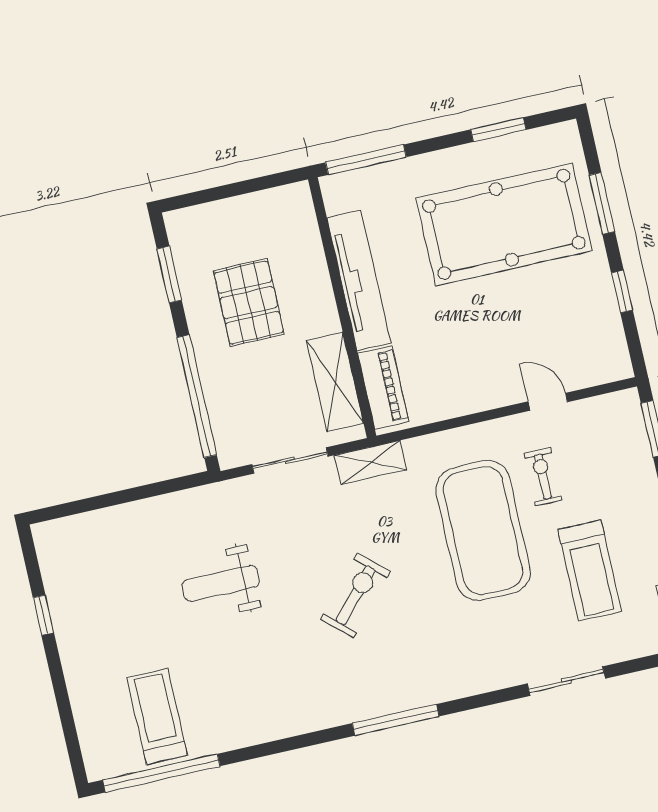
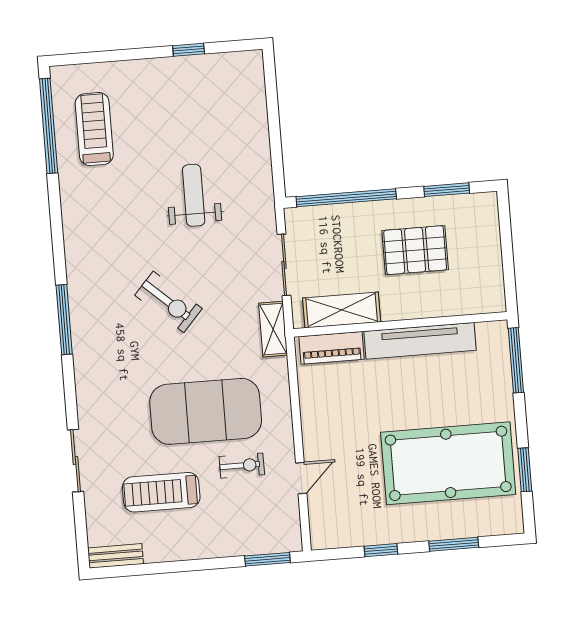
pool table: (504, 224) -> (448, 463), turned 90
treadmill: (157, 717) -> (94, 129), turned -90

